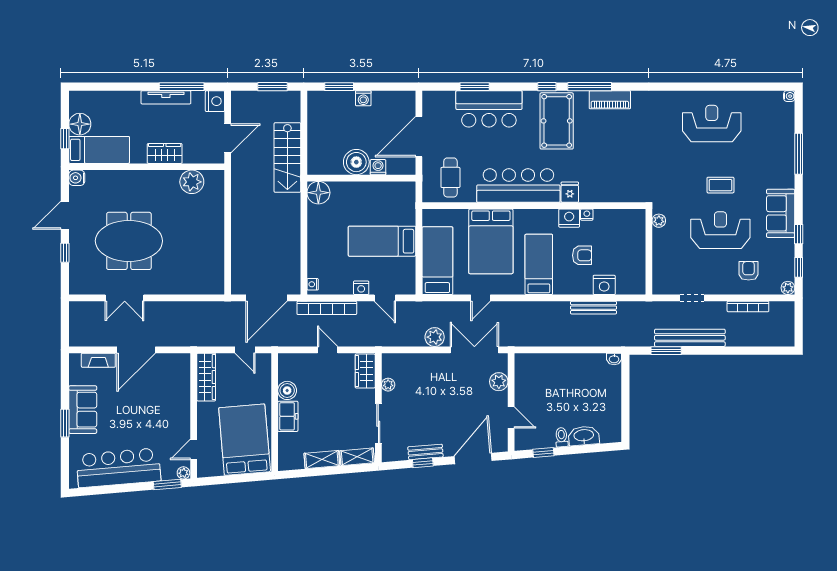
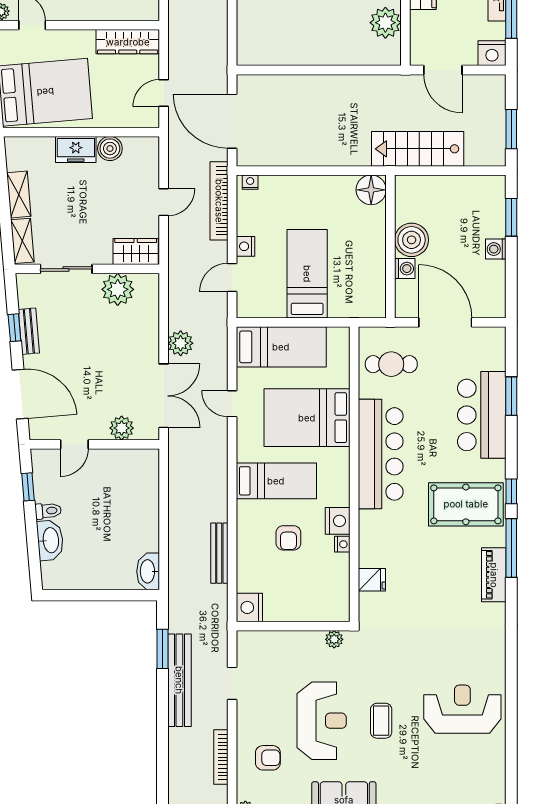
reception desk: (712, 124) -> (462, 709), turned -90
fridge: (570, 192) -> (372, 580), moved
nightstand: (604, 285) -> (249, 607), moved
washbasin: (614, 359) -> (148, 571), width x1.91, depth x1.45
plant: (388, 385) -> (118, 289), width x1.88, depth x1.88

